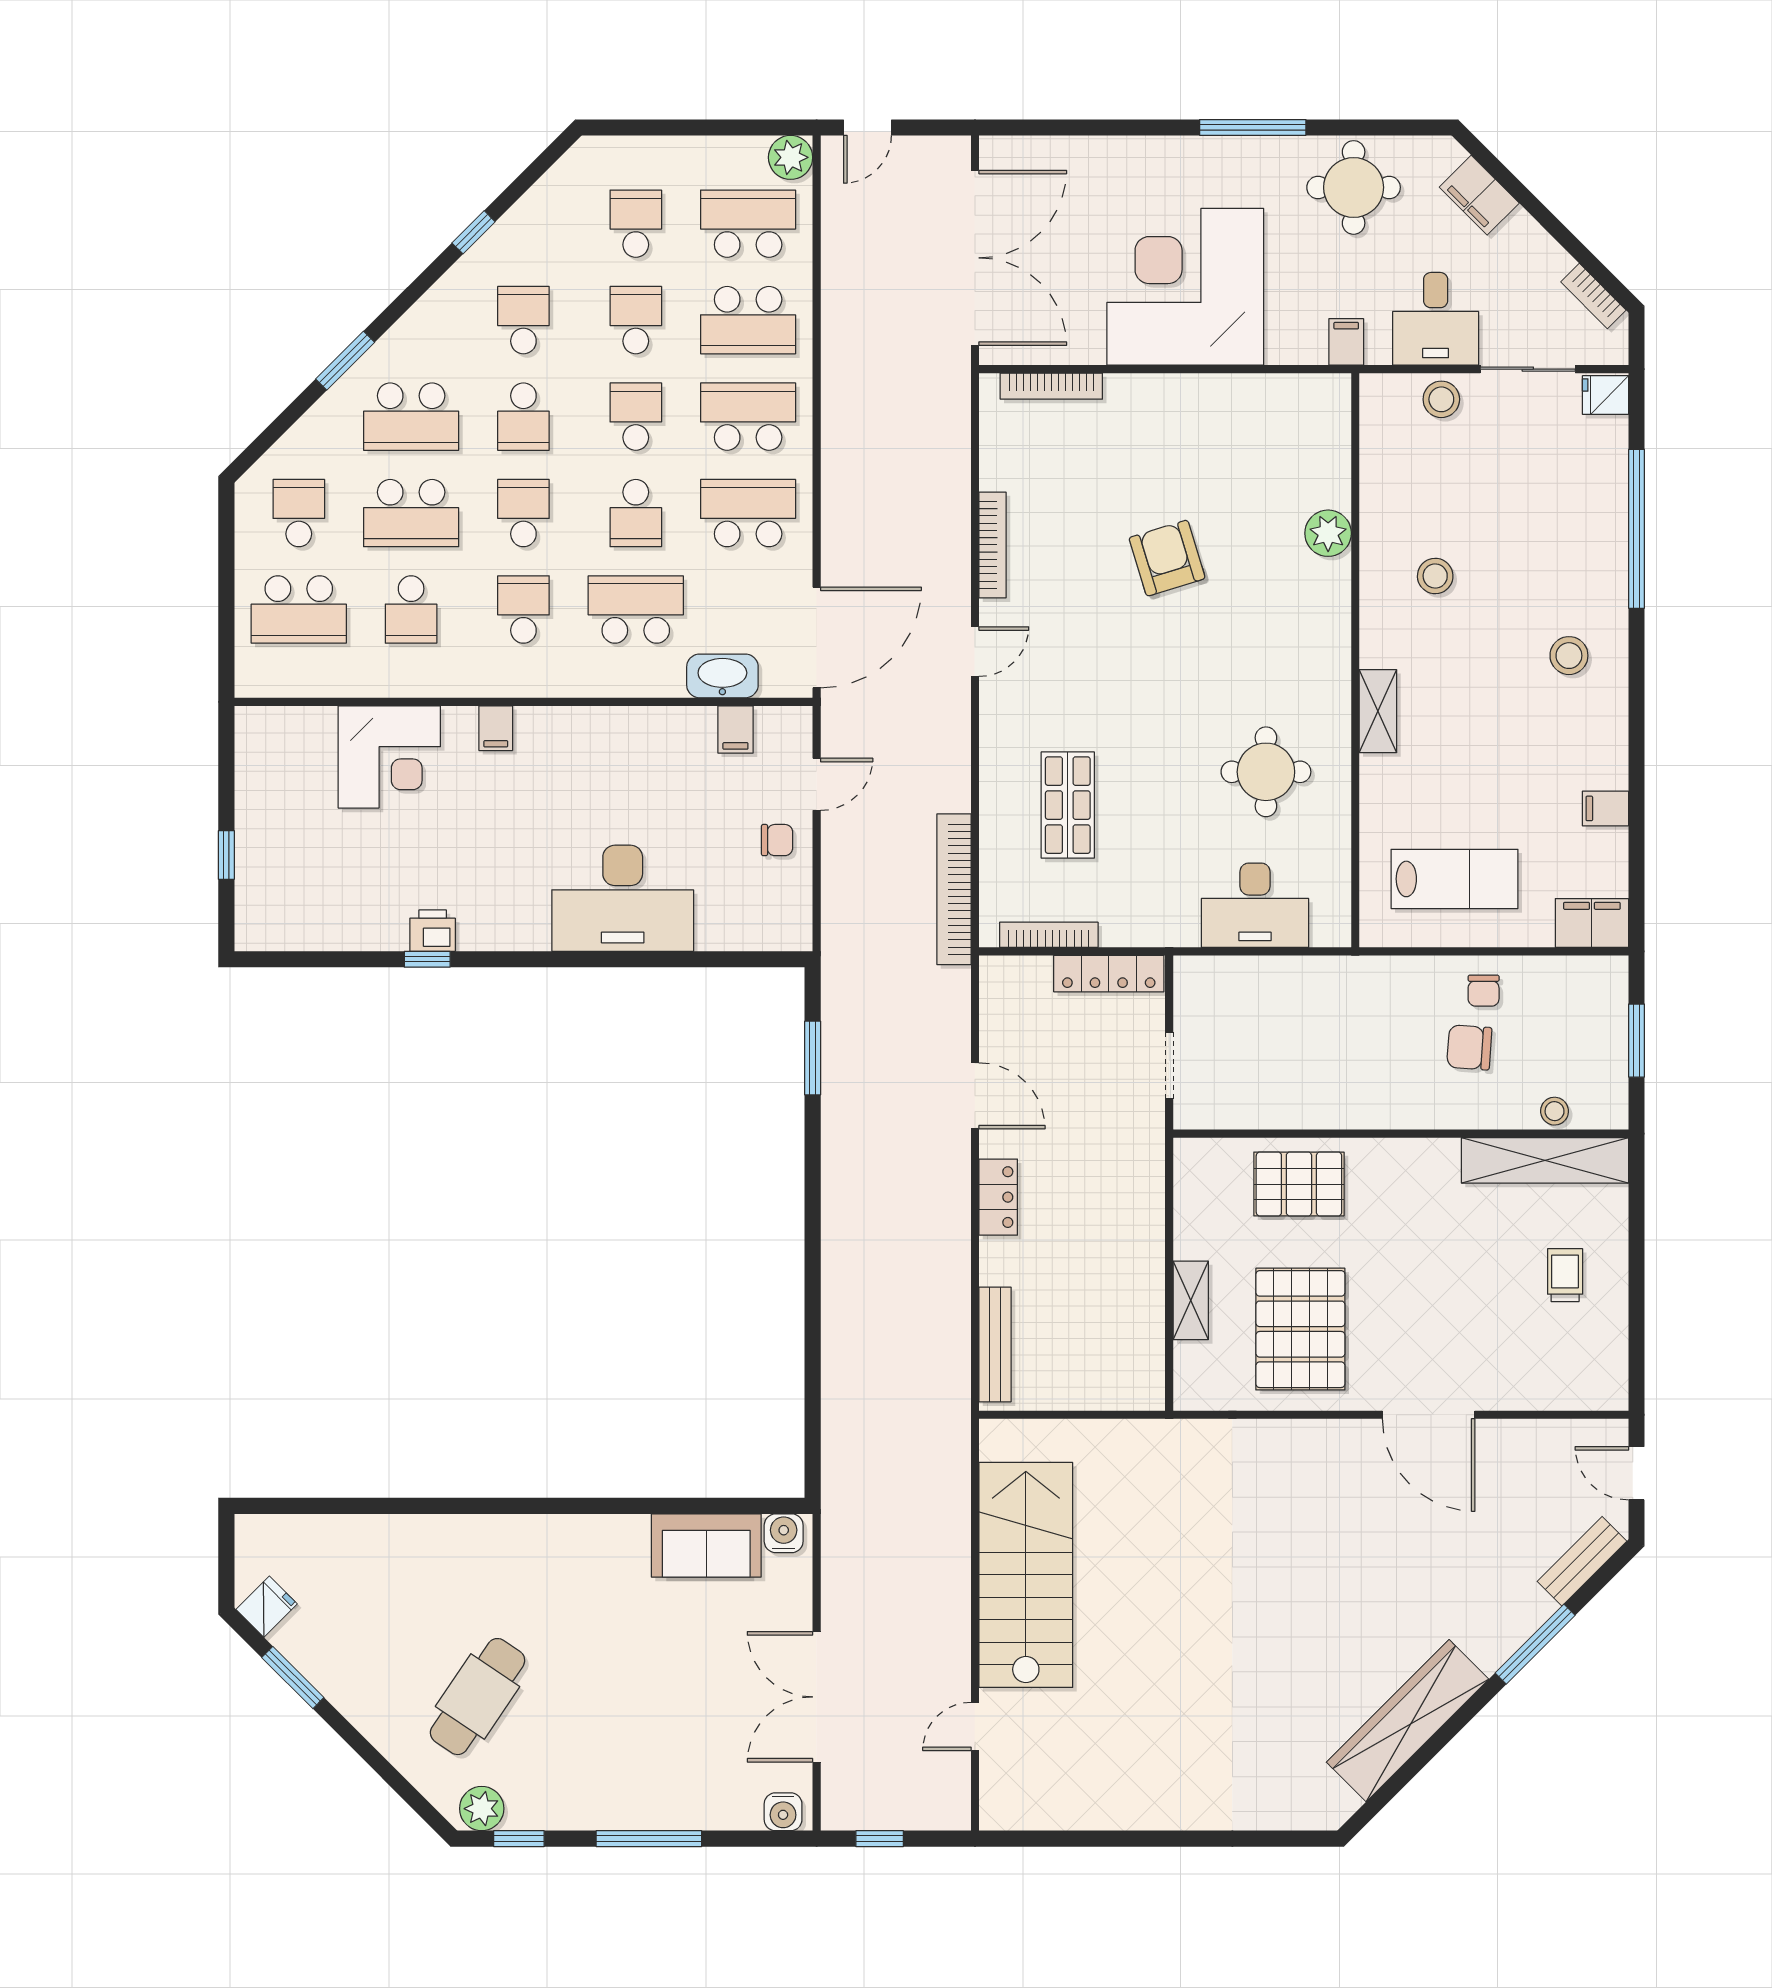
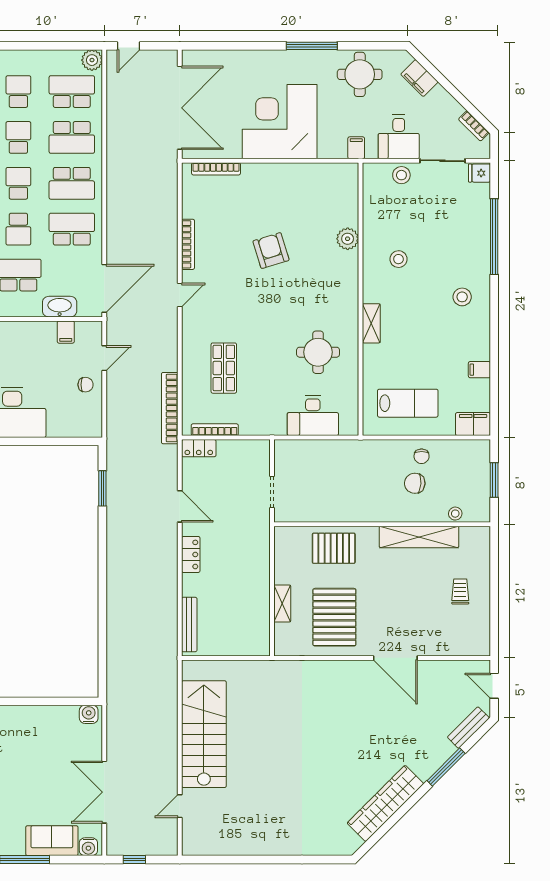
school desk: (748, 417) -> (72, 183), turned 180
locker: (1109, 974) -> (199, 448), moved, width x0.66
shelving: (1545, 1160) -> (419, 537), moved
sofa: (706, 1545) -> (52, 841), moved, turned 180

